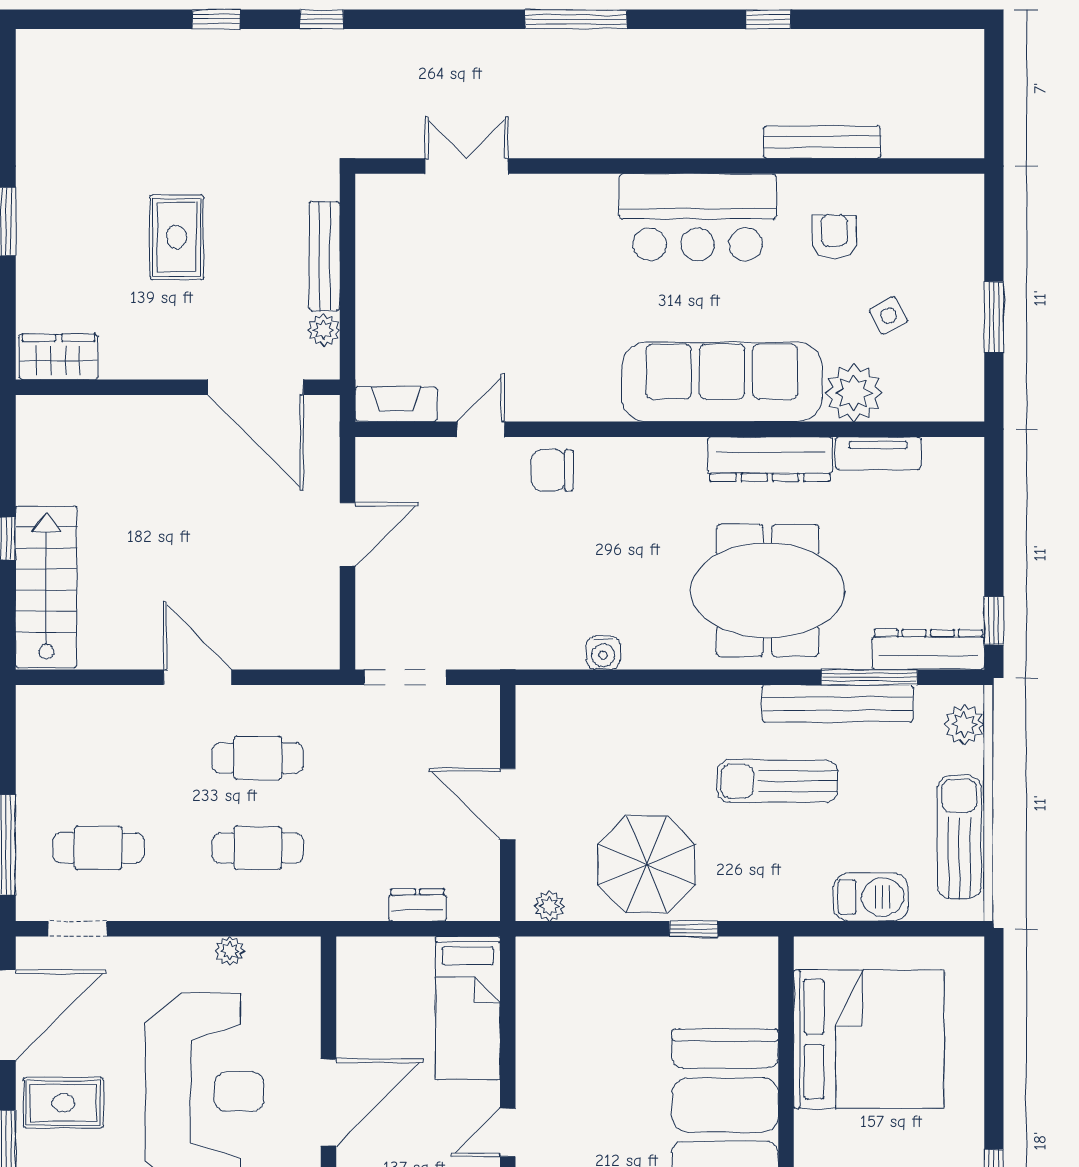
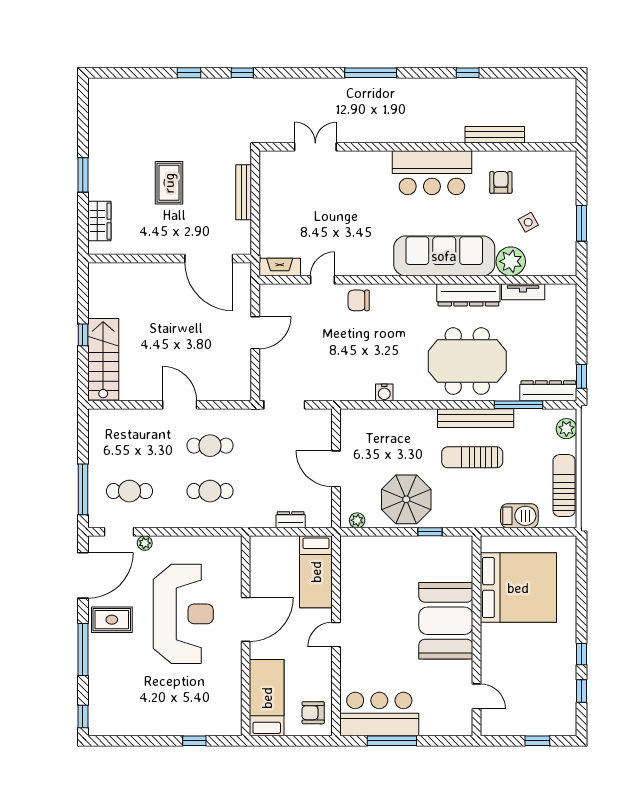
plant: (324, 330) -> (243, 230), removed
wardrobe: (59, 357) -> (99, 221), moved, turned 90
bench: (838, 703) -> (476, 418), moved
plant: (230, 951) -> (145, 543), moved

